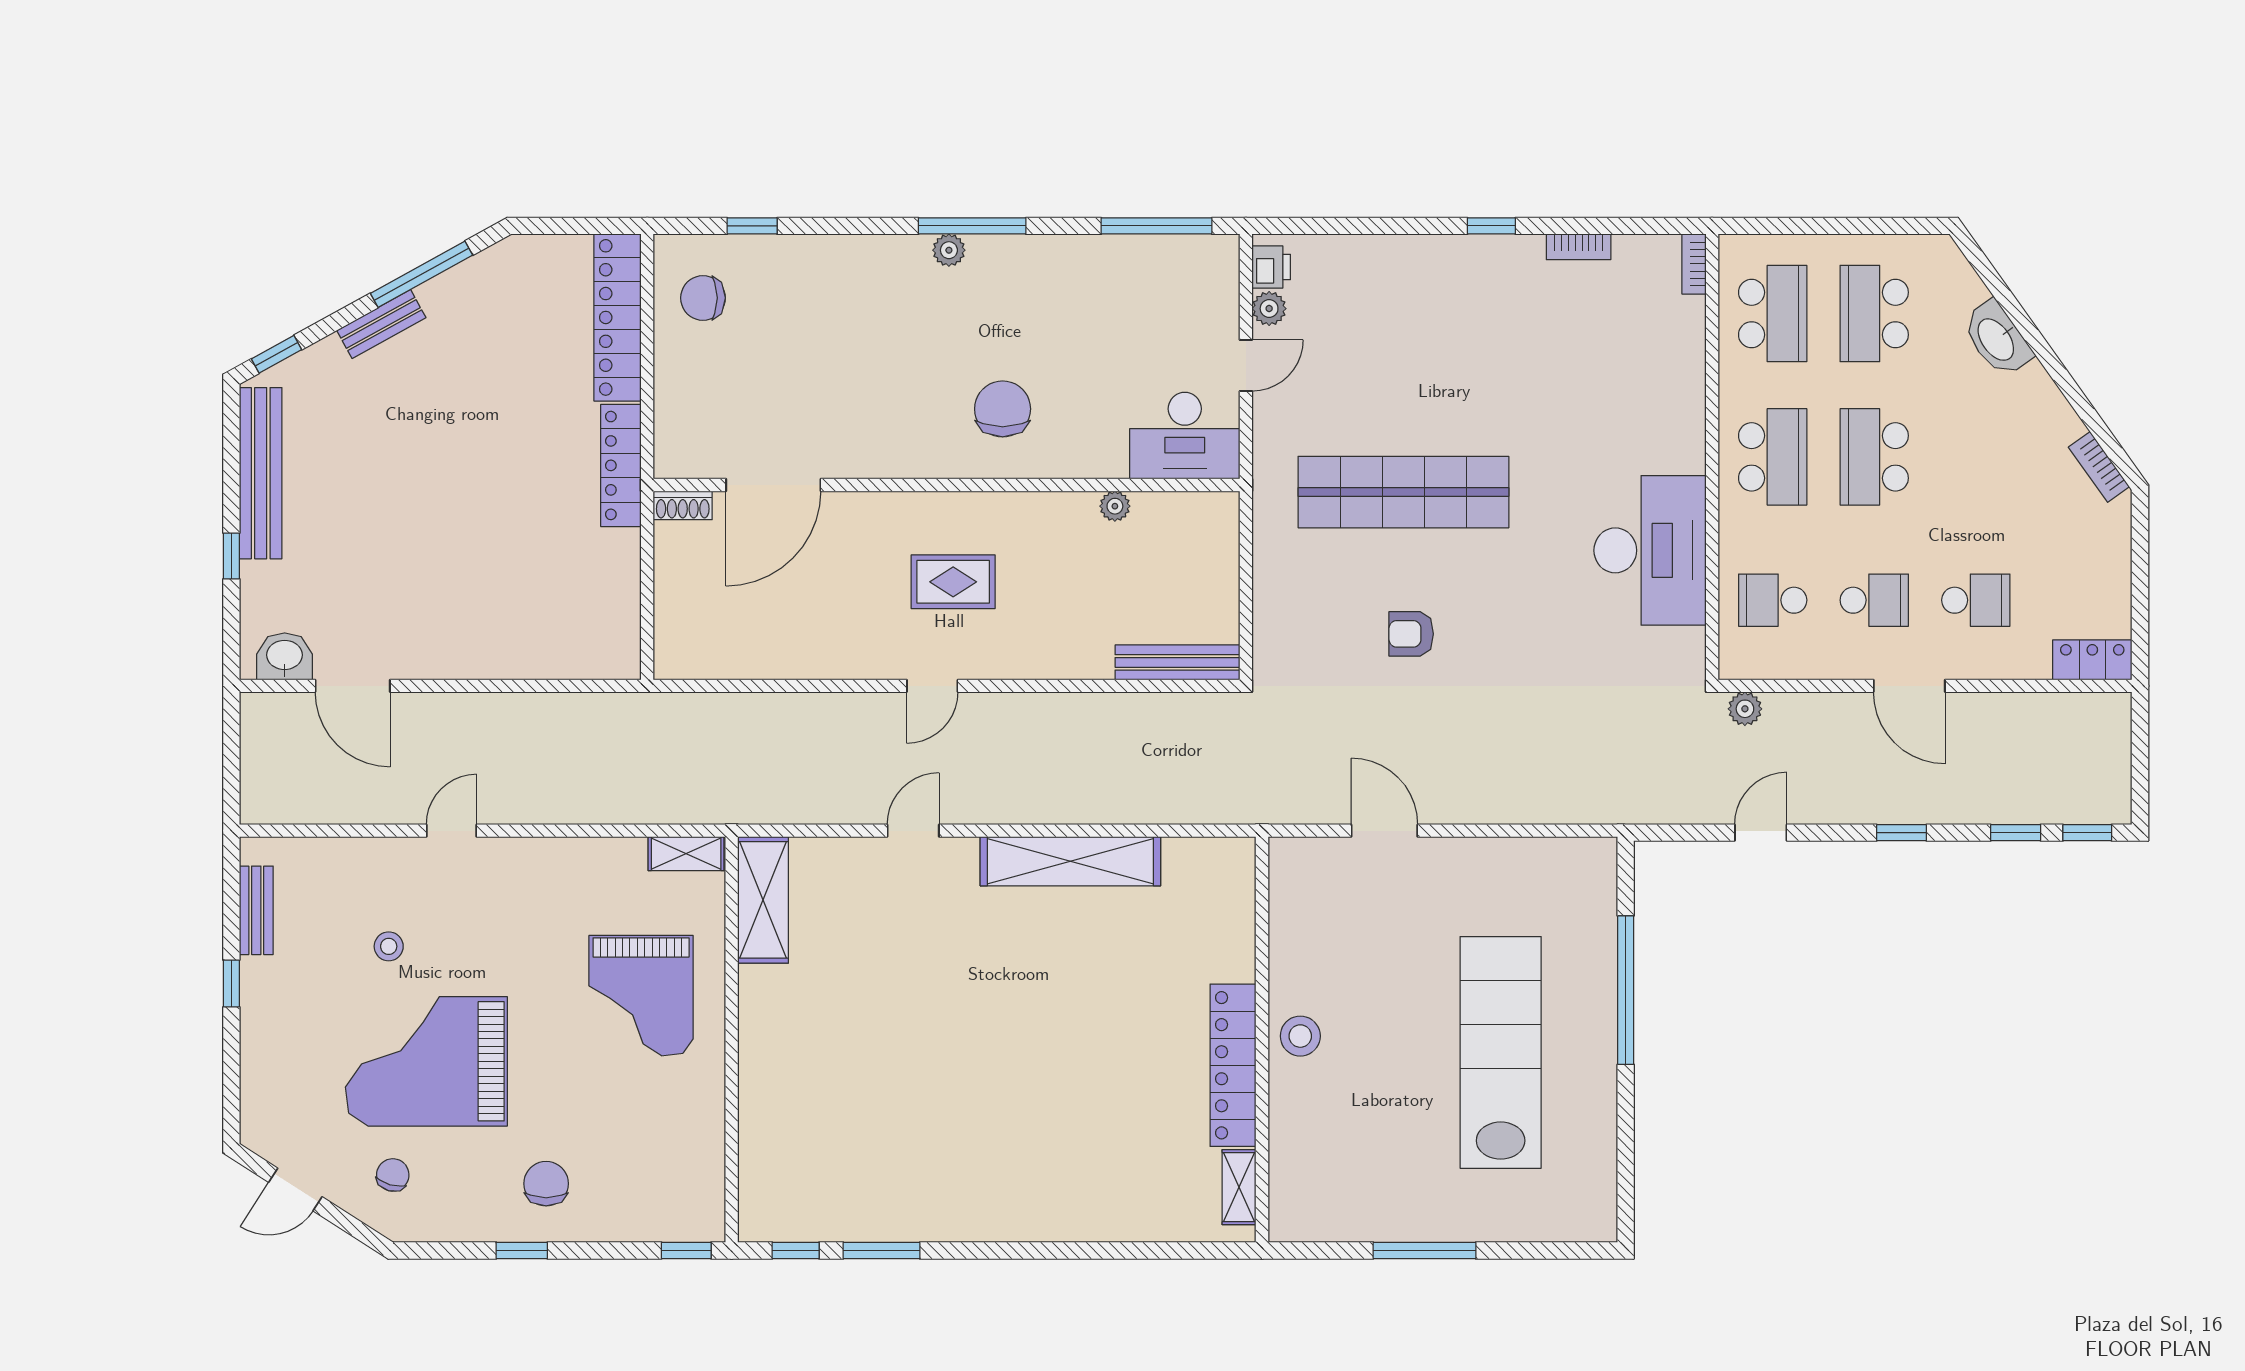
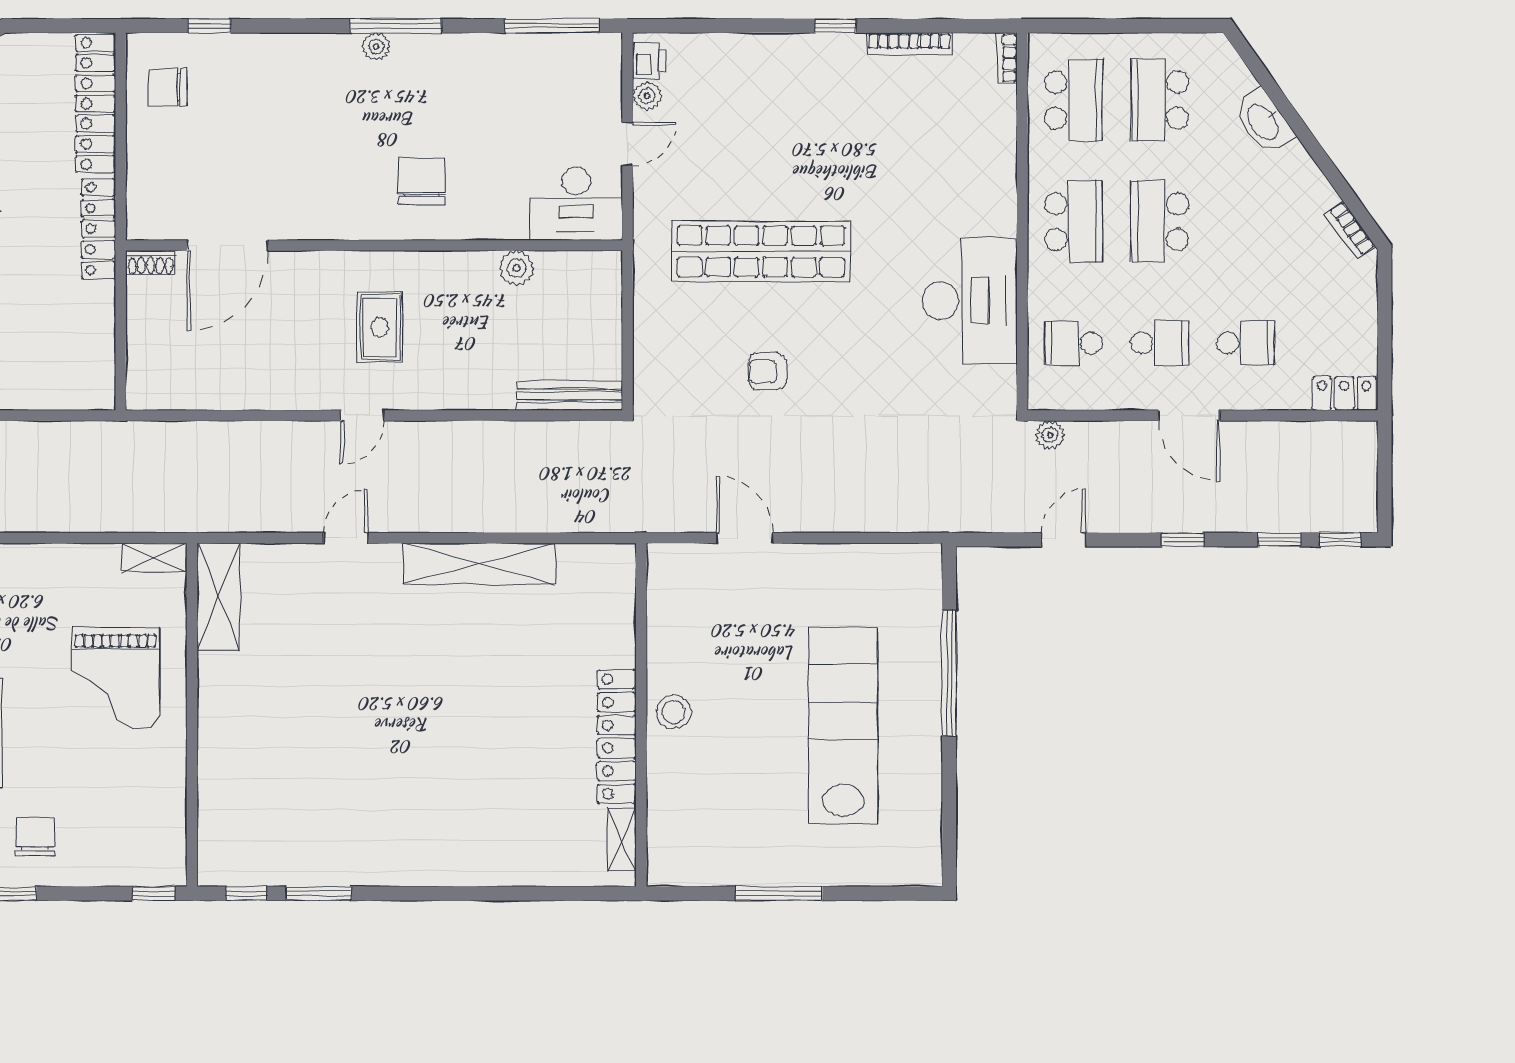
bookcase: (1579, 247) -> (909, 44), width x1.56
plant: (1115, 506) -> (517, 268), width x1.38, depth x1.38
rug: (953, 582) -> (380, 327), turned 90

